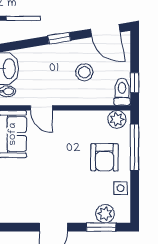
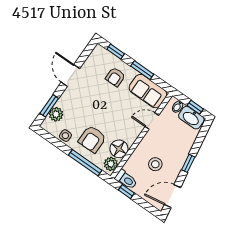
floor lamp: (95, 122) -> (119, 149), added
armchair: (105, 157) -> (92, 139), turned -90
armchair: (22, 179) -> (115, 77), added

